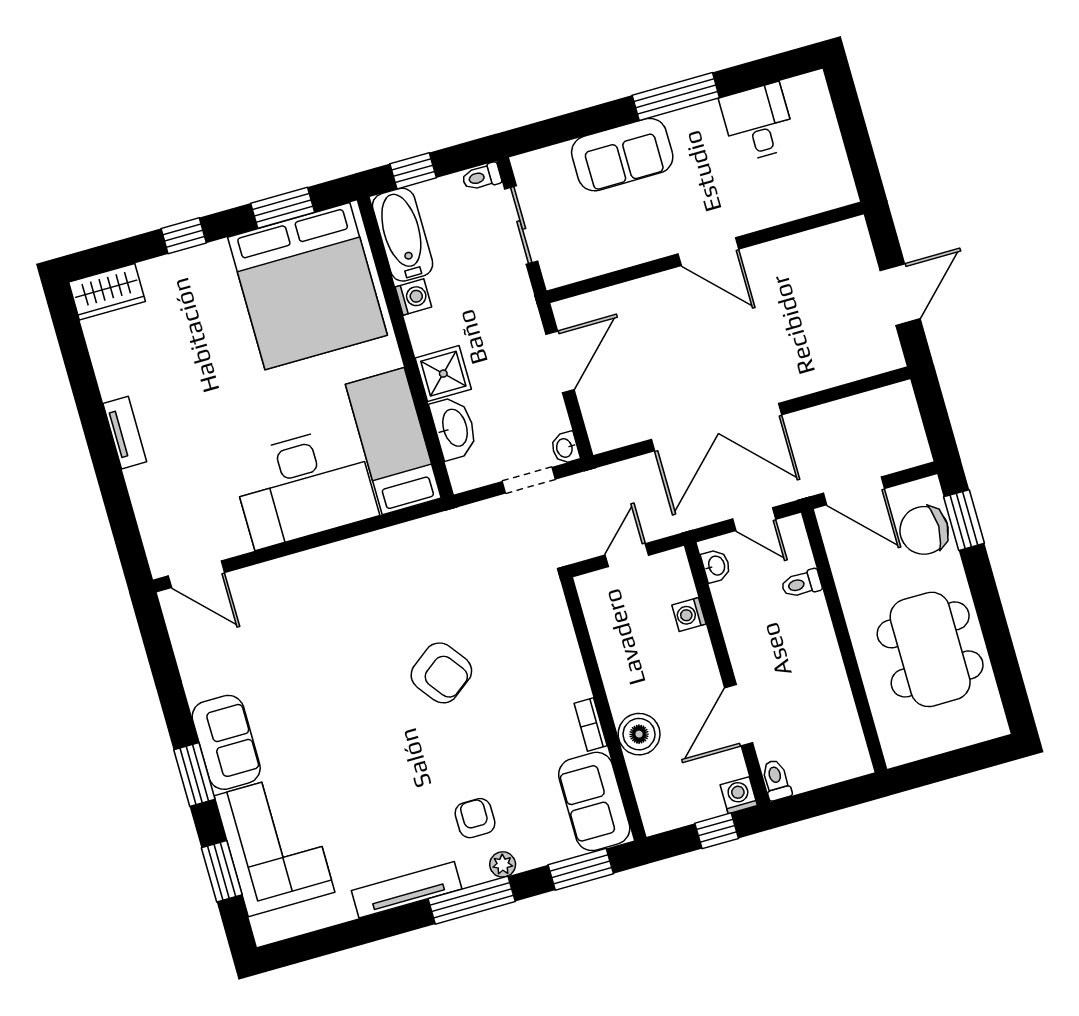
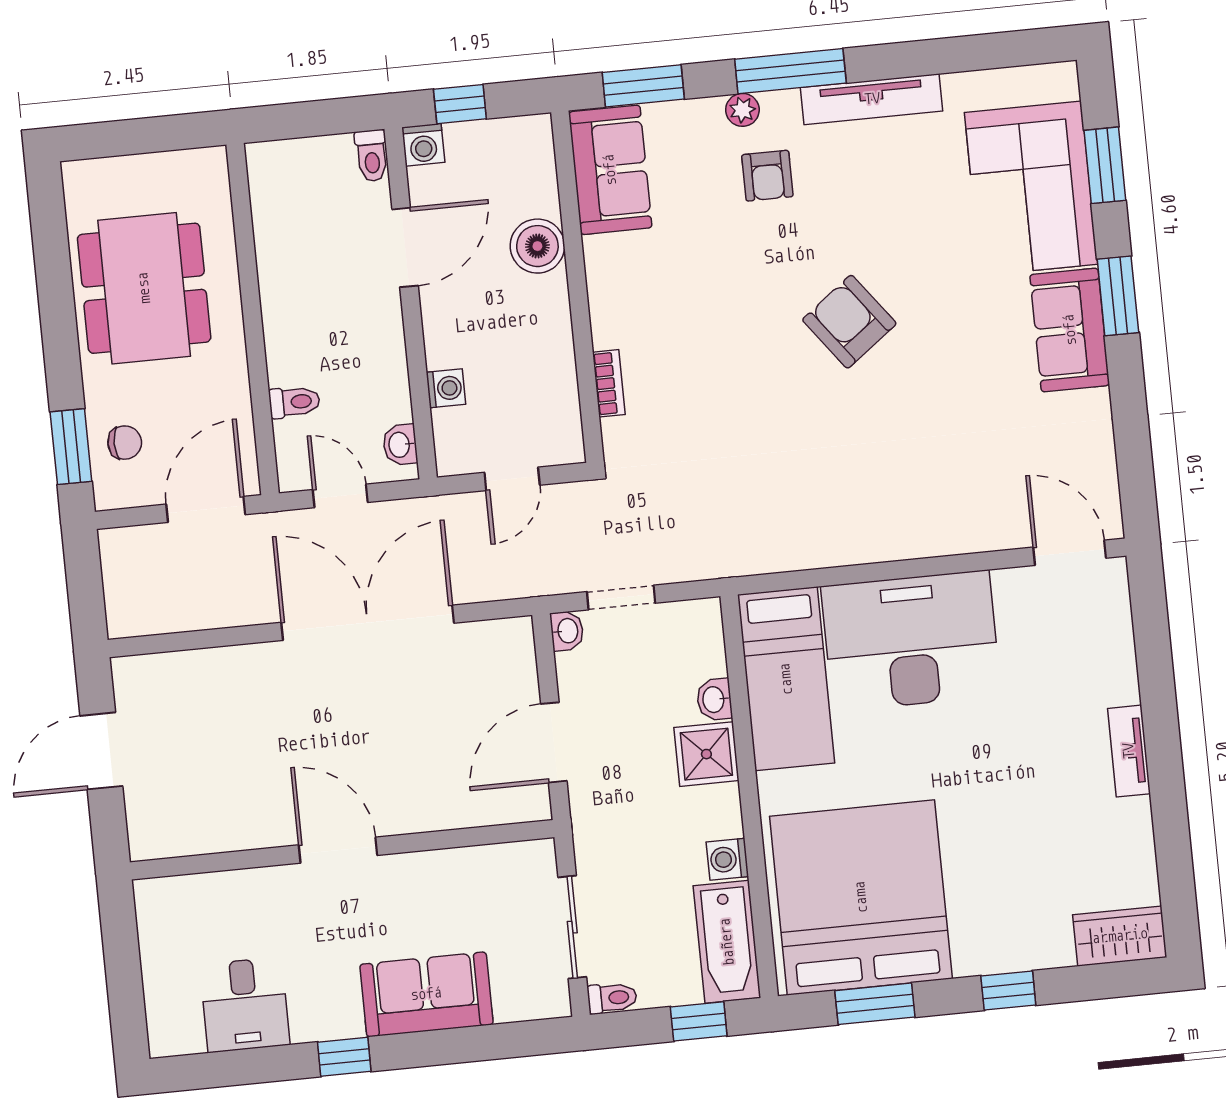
window: (676, 97) -> (344, 1057), width x0.46
washbasin: (454, 428) -> (714, 699), width x0.52, depth x0.69
door: (854, 491) -> (206, 509), hinge flipped
chair: (924, 530) -> (125, 443), width x0.54, depth x0.54
armchair: (441, 673) -> (849, 322), moved
bookcase: (591, 724) -> (609, 383), moved

